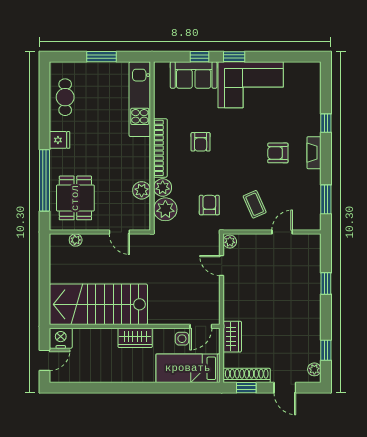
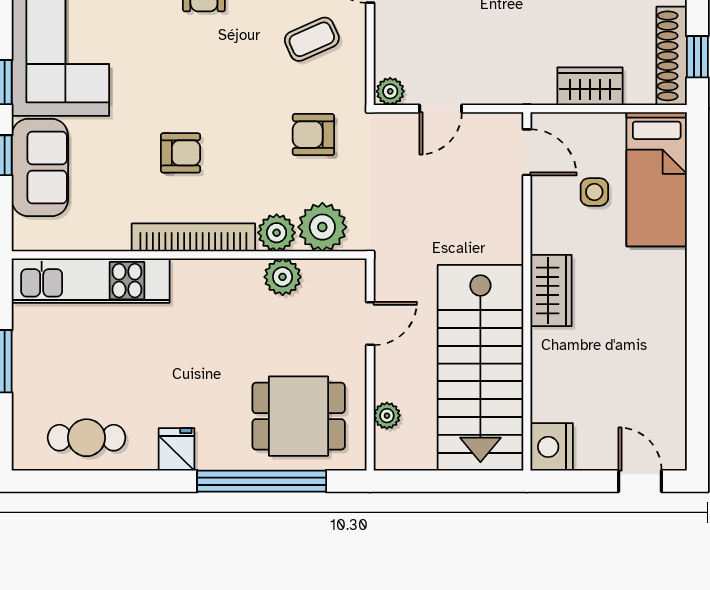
stairs: (98, 304) -> (480, 368), moved
wall: (135, 326) -> (527, 291), moved
door: (201, 326) -> (527, 152), moved
nightstand: (61, 338) -> (552, 447), moved
wardrobe: (135, 338) -> (551, 290), moved

